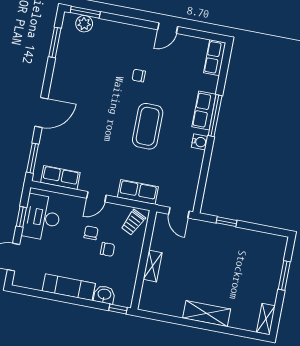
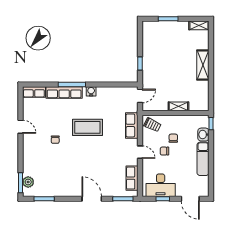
row of seats: (204, 111) -> (64, 92), width x1.48

